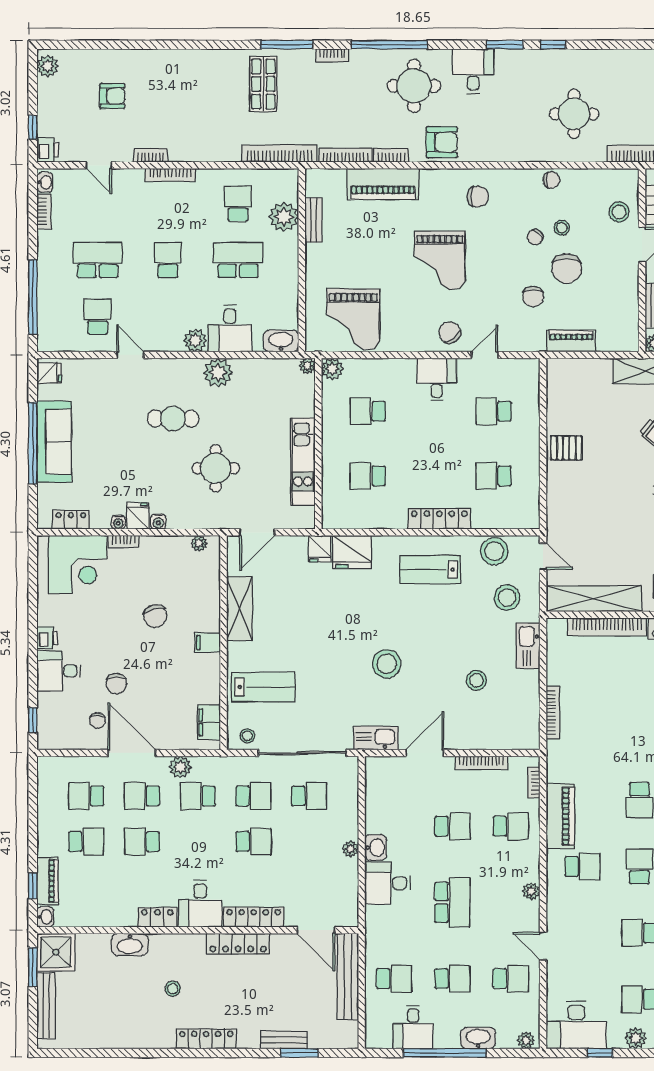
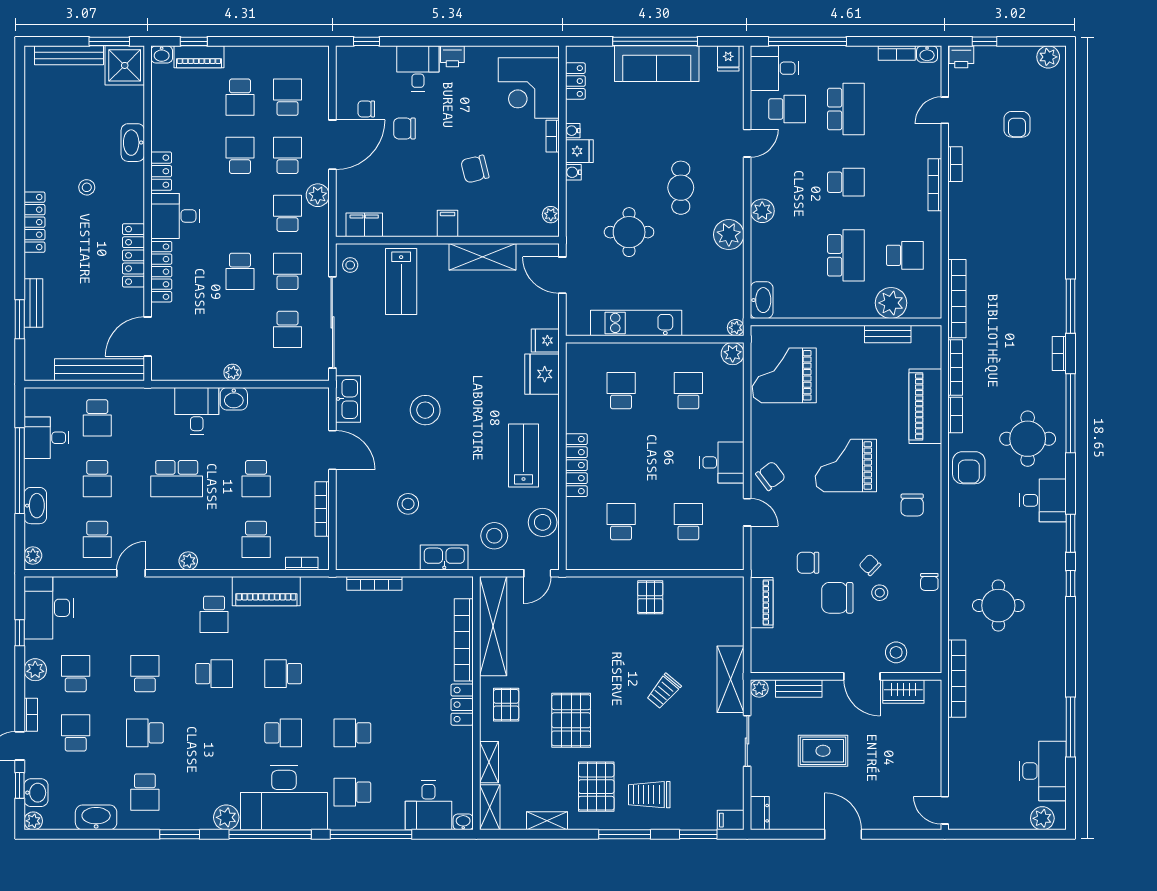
shop shelf: (263, 84) -> (1029, 282), removed
desk: (230, 329) -> (775, 68), moved
school desk: (253, 796) -> (288, 271), turned 180

